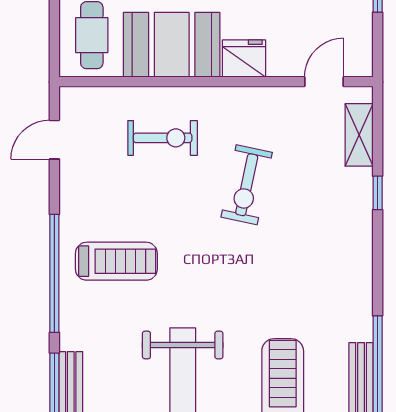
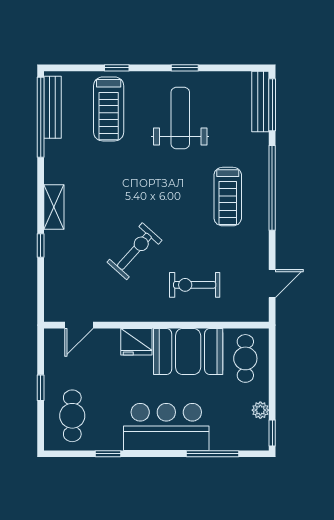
shelving: (359, 135) -> (54, 207), moved
exercise bike: (247, 185) -> (134, 251), turned 30
treadmill: (116, 261) -> (228, 197), turned -90

